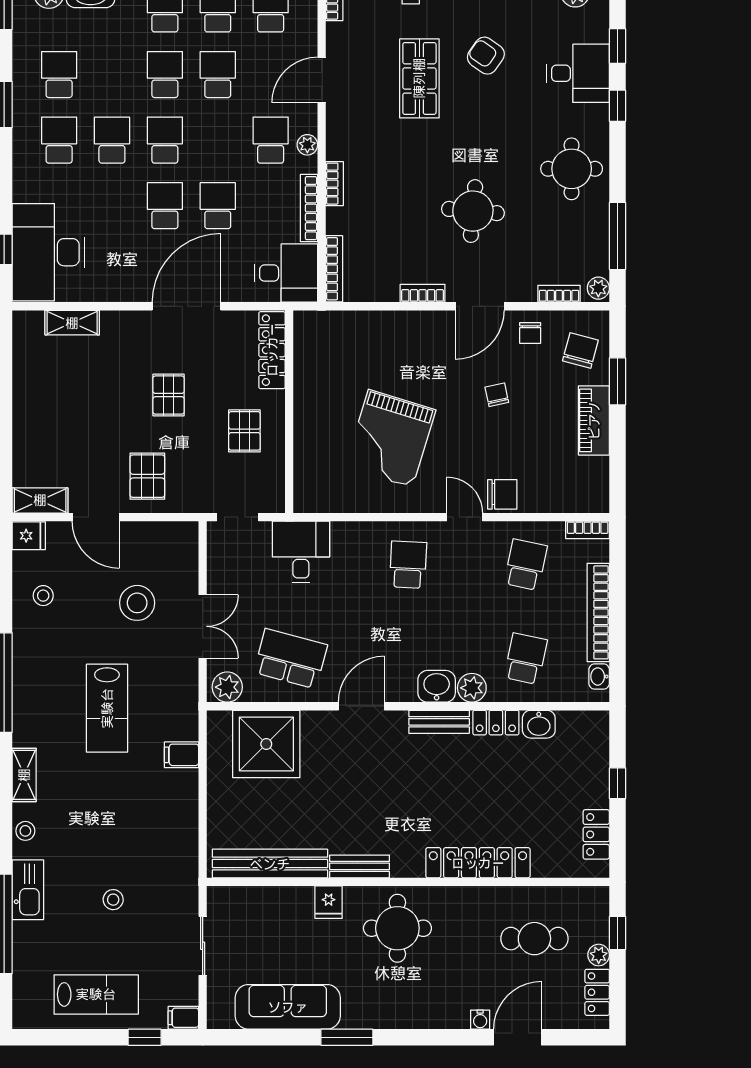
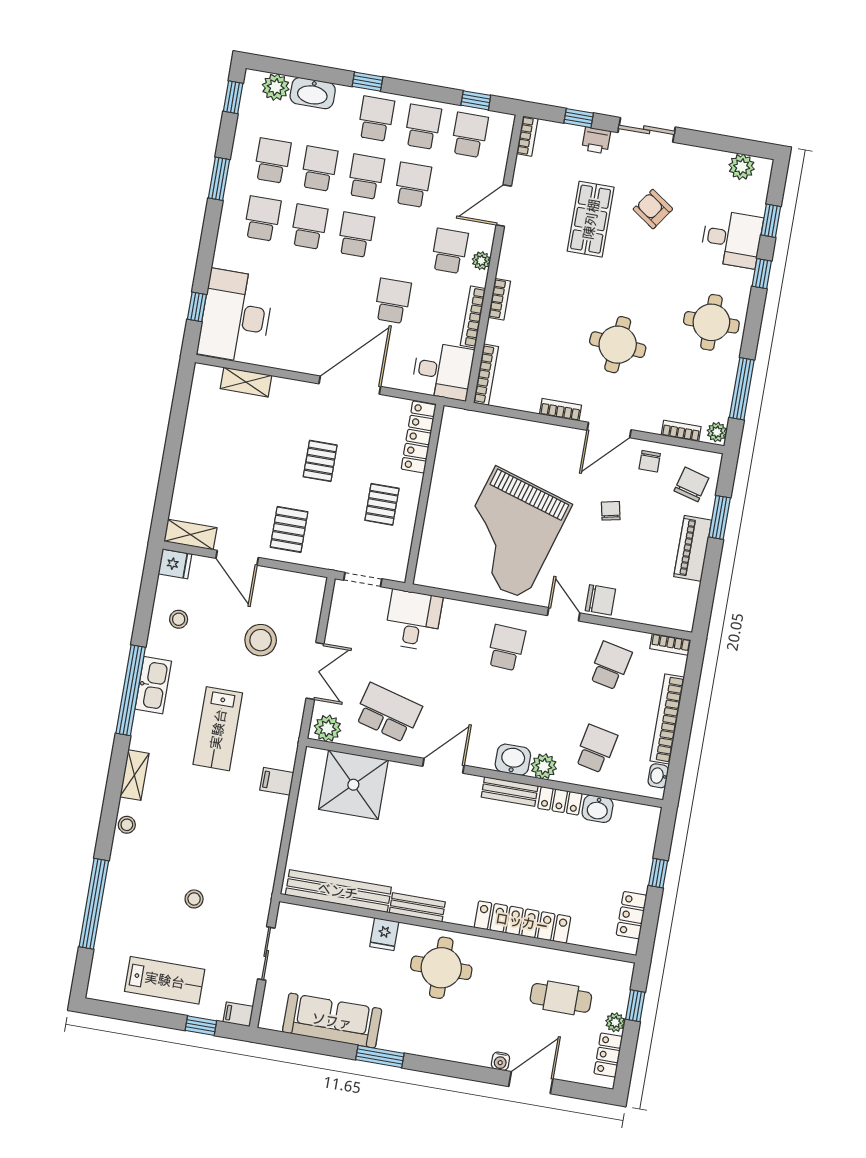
school desk: (165, 206) -> (319, 169), moved
grand piano: (390, 438) -> (510, 533), width x1.37, depth x1.48
kitchen sink: (28, 890) -> (153, 685), moved

